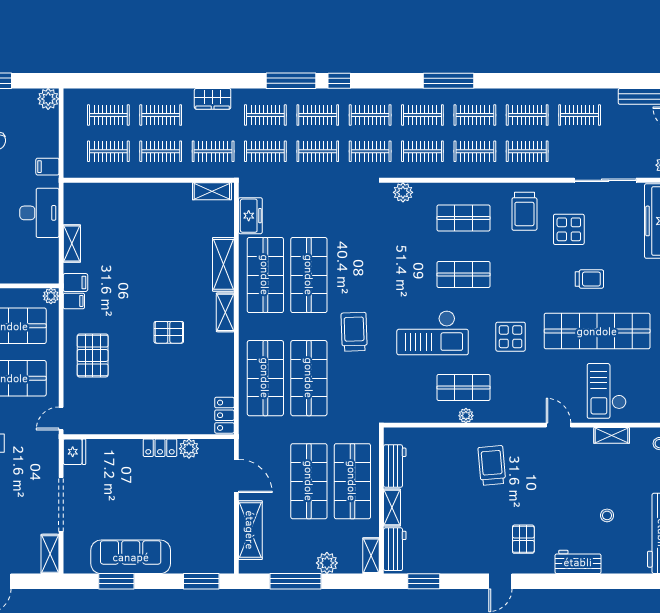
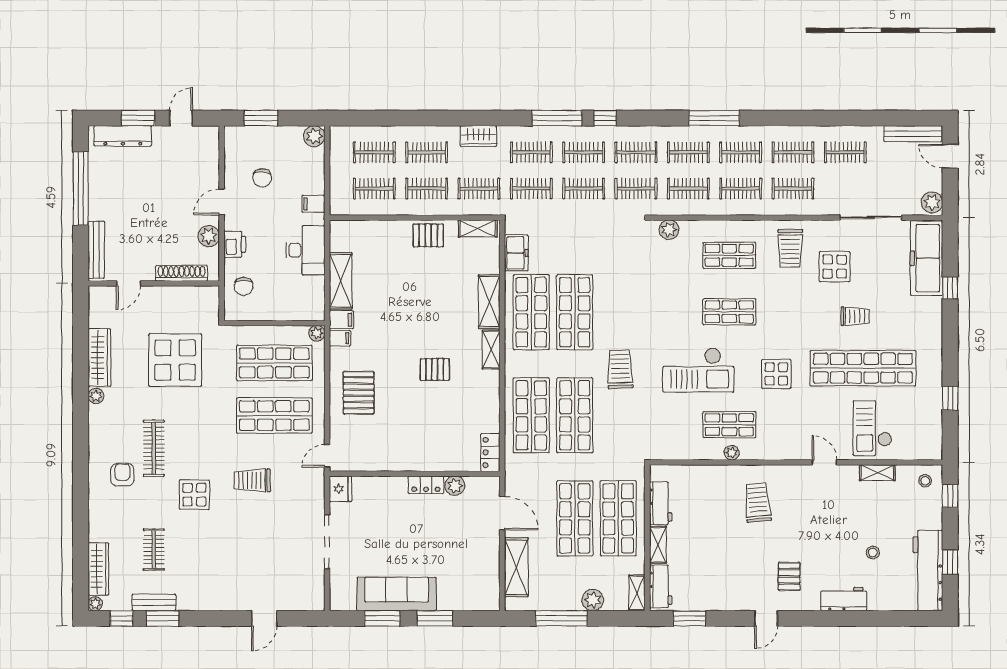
pallet: (162, 198) -> (428, 235), added
shelving: (72, 244) -> (341, 281), width x1.50, depth x1.33
shelving: (50, 554) -> (316, 591), removed
window: (201, 581) -> (435, 618), moved

